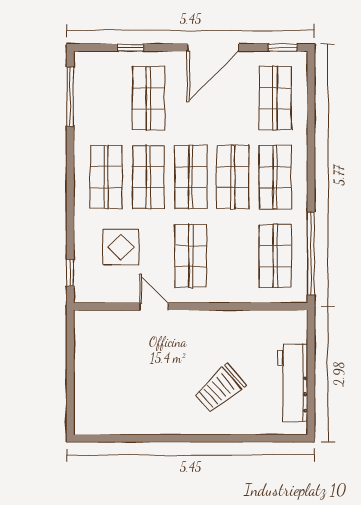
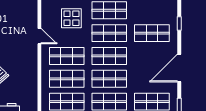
door: (213, 48) -> (179, 68), hinge flipped
shop shelf: (233, 256) -> (67, 79), added
door: (154, 306) -> (39, 36), hinge flipped

